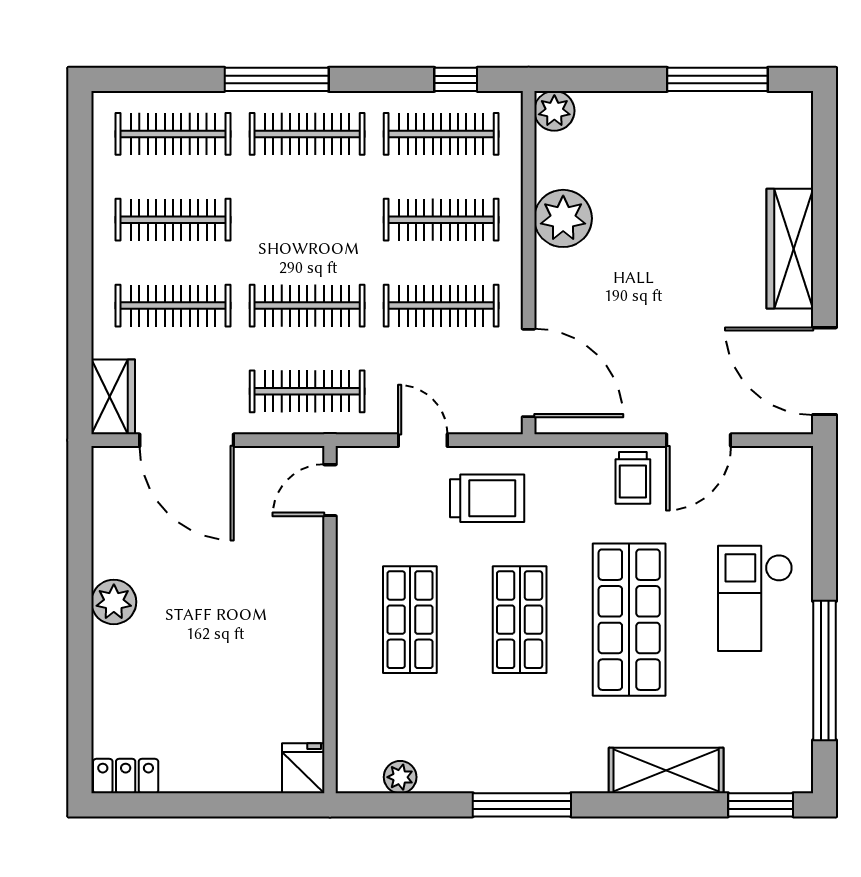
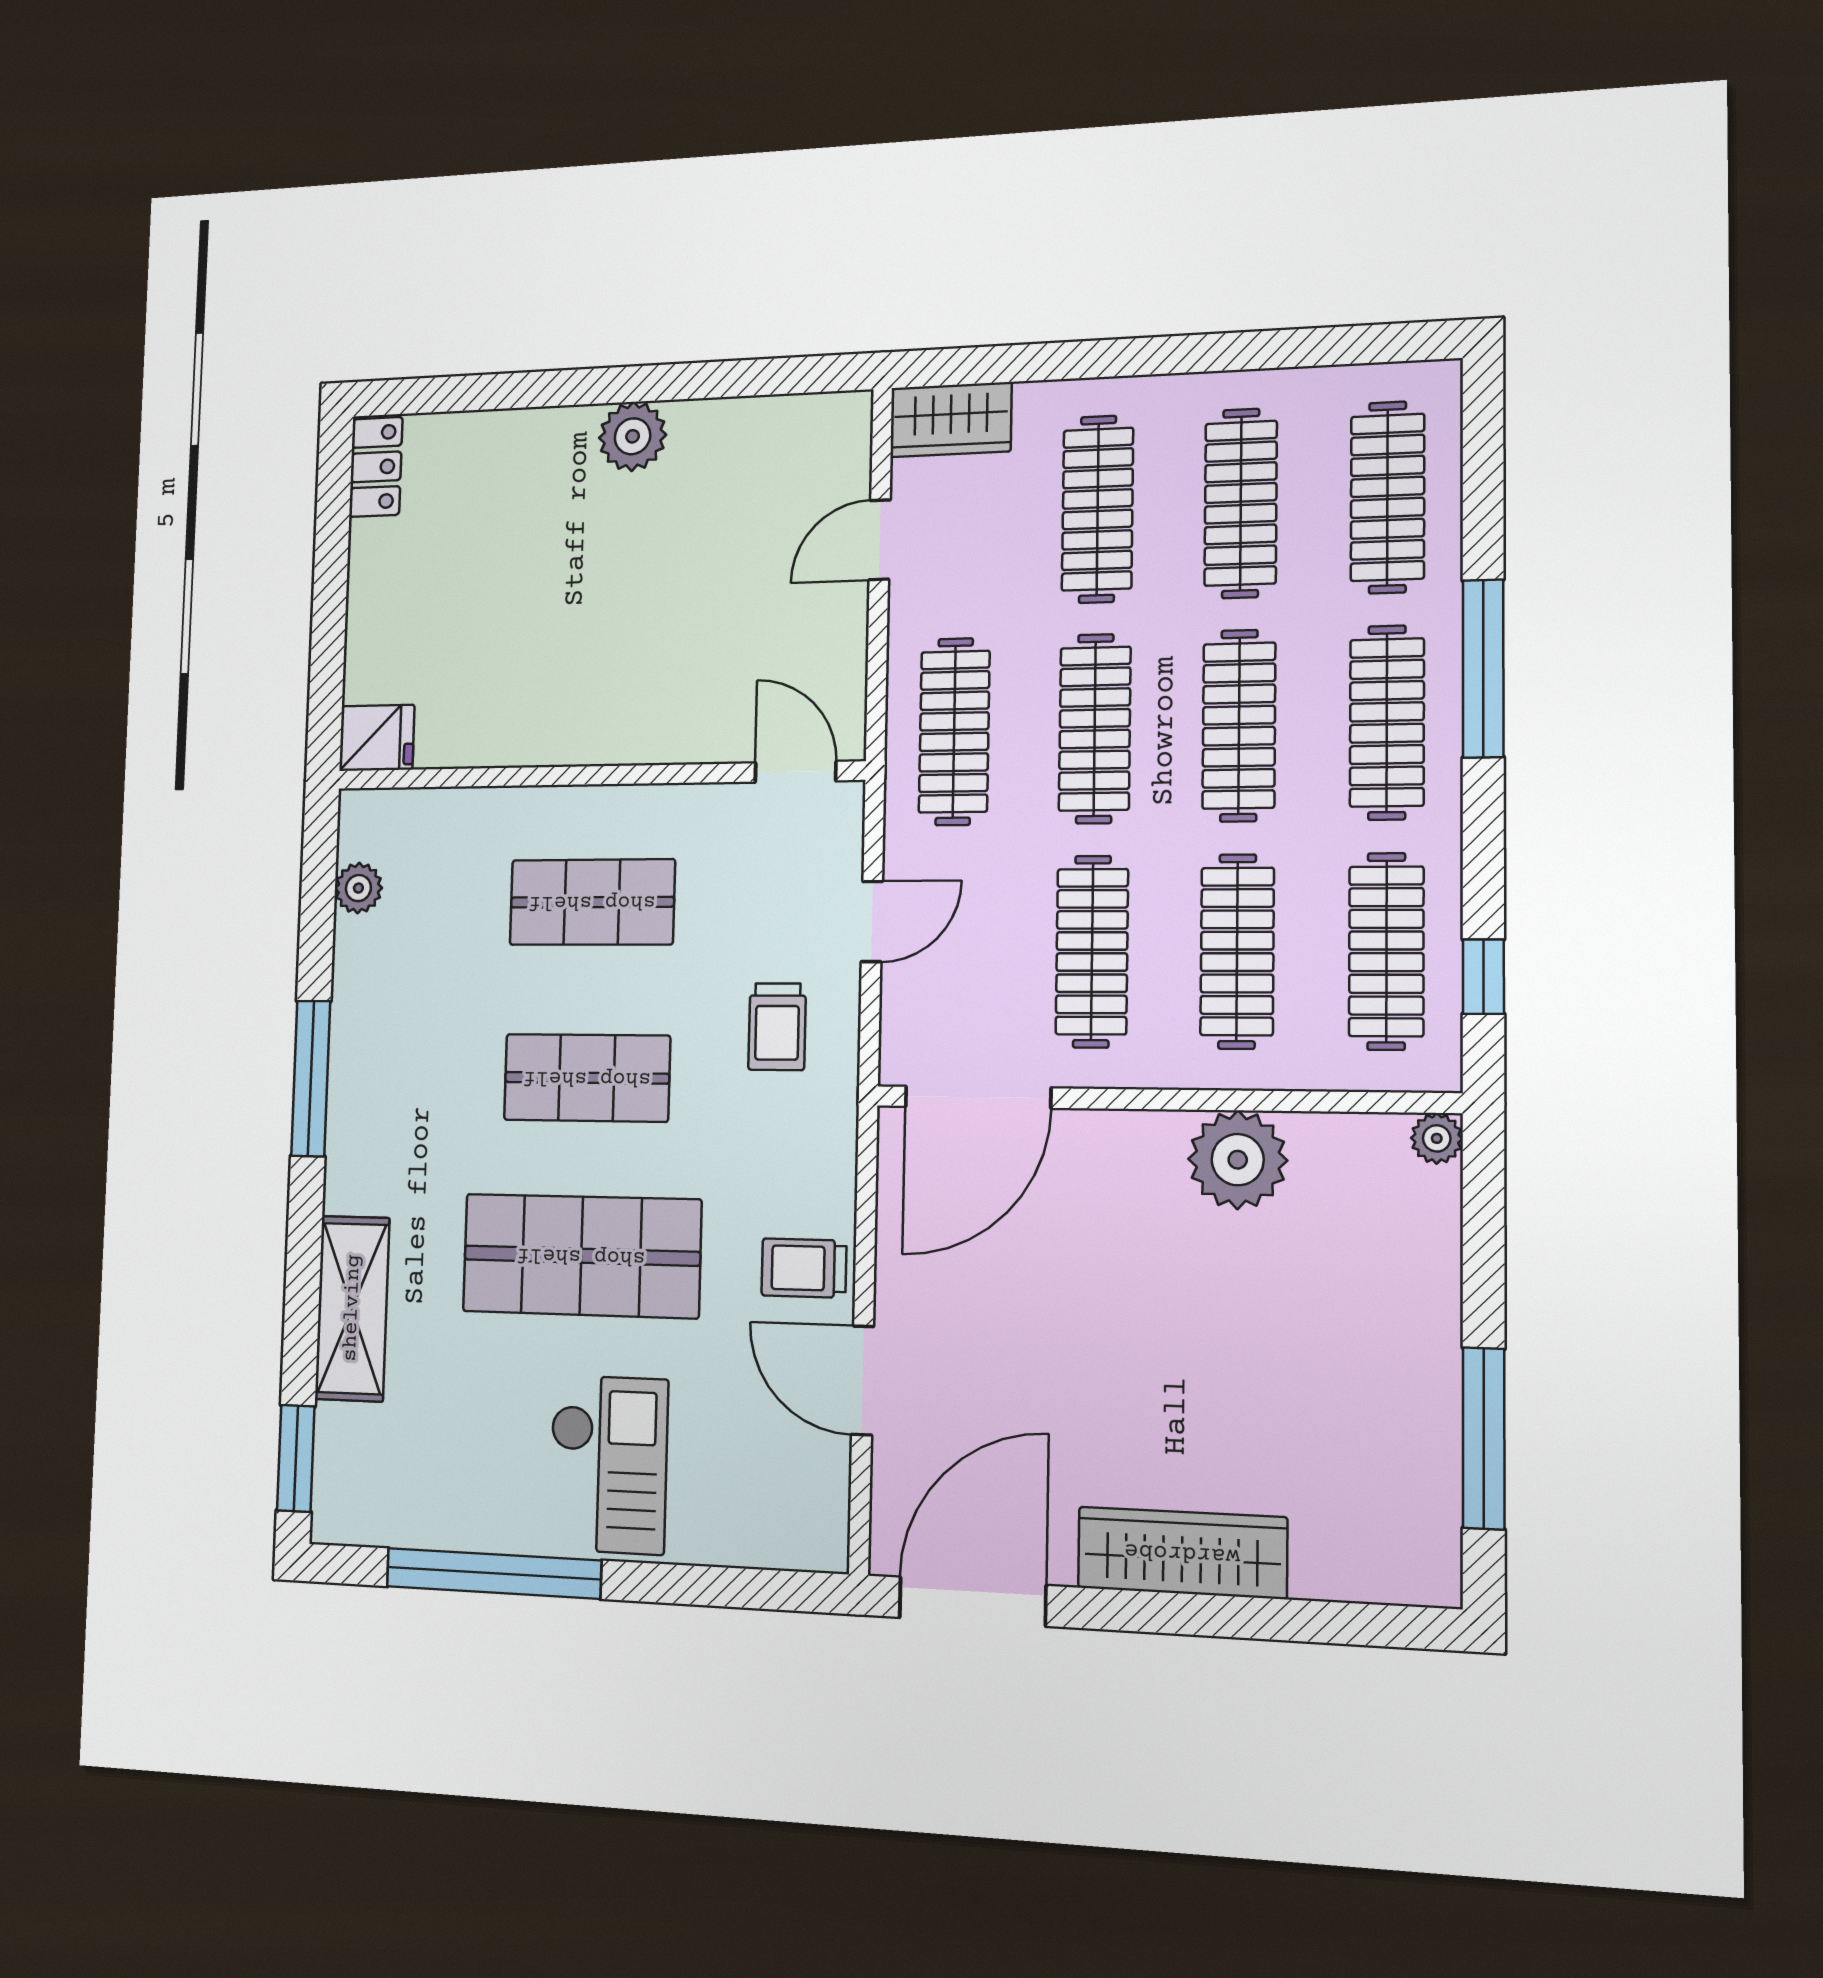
plant: (554, 111) -> (1437, 1138), width x0.73, depth x0.73
clothes rail: (307, 220) -> (1239, 726), added
door: (187, 440) -> (880, 540), width x0.53
trolley: (487, 498) -> (777, 1027), width x0.73, depth x0.72
checkout: (755, 598) -> (608, 1464), turned 90

